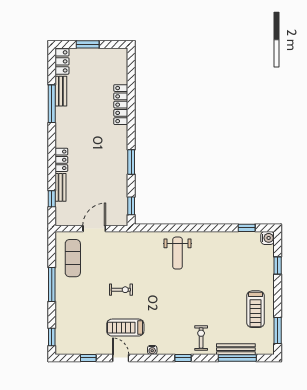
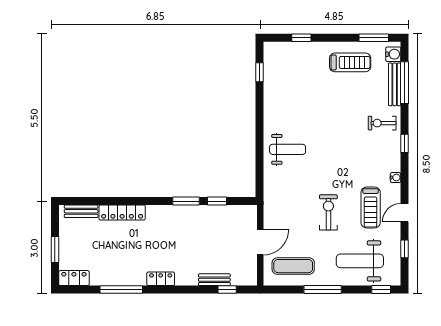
bench: (61, 91) -> (81, 211), moved
locker: (61, 160) -> (161, 279), moved
window: (131, 206) -> (217, 201), moved
door: (94, 229) -> (260, 242), swing flipped
water cooler: (268, 238) -> (393, 54), moved, turned 90
exercise bike: (121, 290) -> (328, 212), width x1.38, depth x1.39
weight bench: (77, 318) -> (360, 261), added

